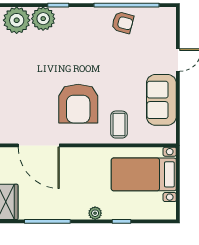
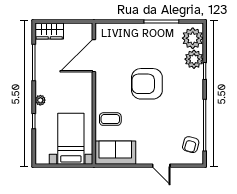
armchair: (123, 23) -> (191, 145), moved
sofa: (161, 100) -> (115, 153), moved
armchair: (78, 104) -> (147, 84), moved

